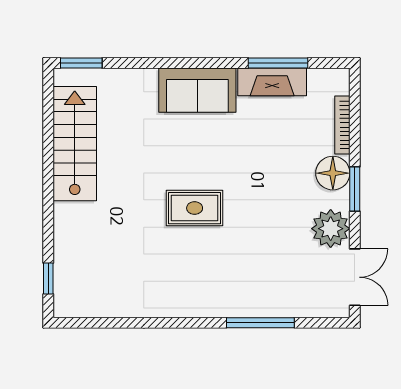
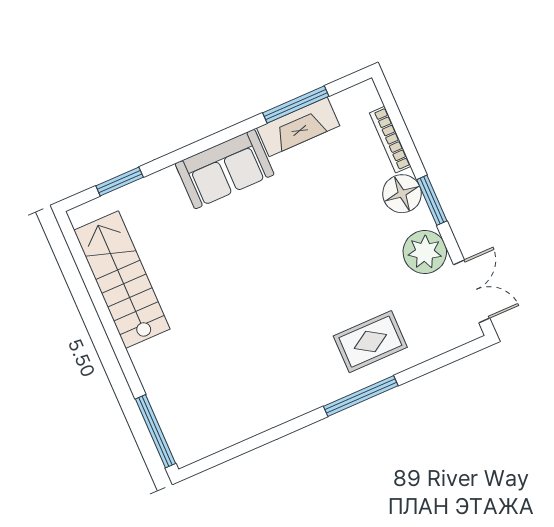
window: (81, 63) -> (120, 181), moved
rug: (195, 208) -> (370, 342), moved
window: (48, 279) -> (156, 431), width x2.17
window: (260, 323) -> (361, 396), moved

